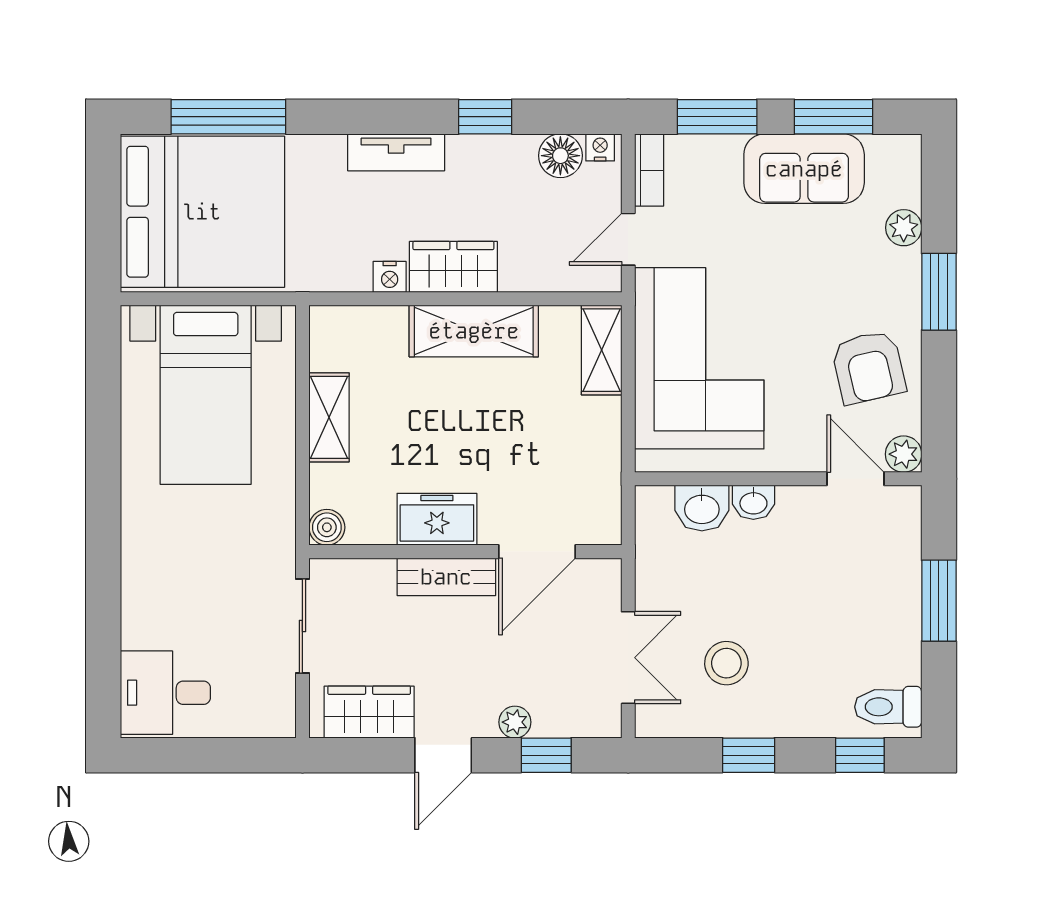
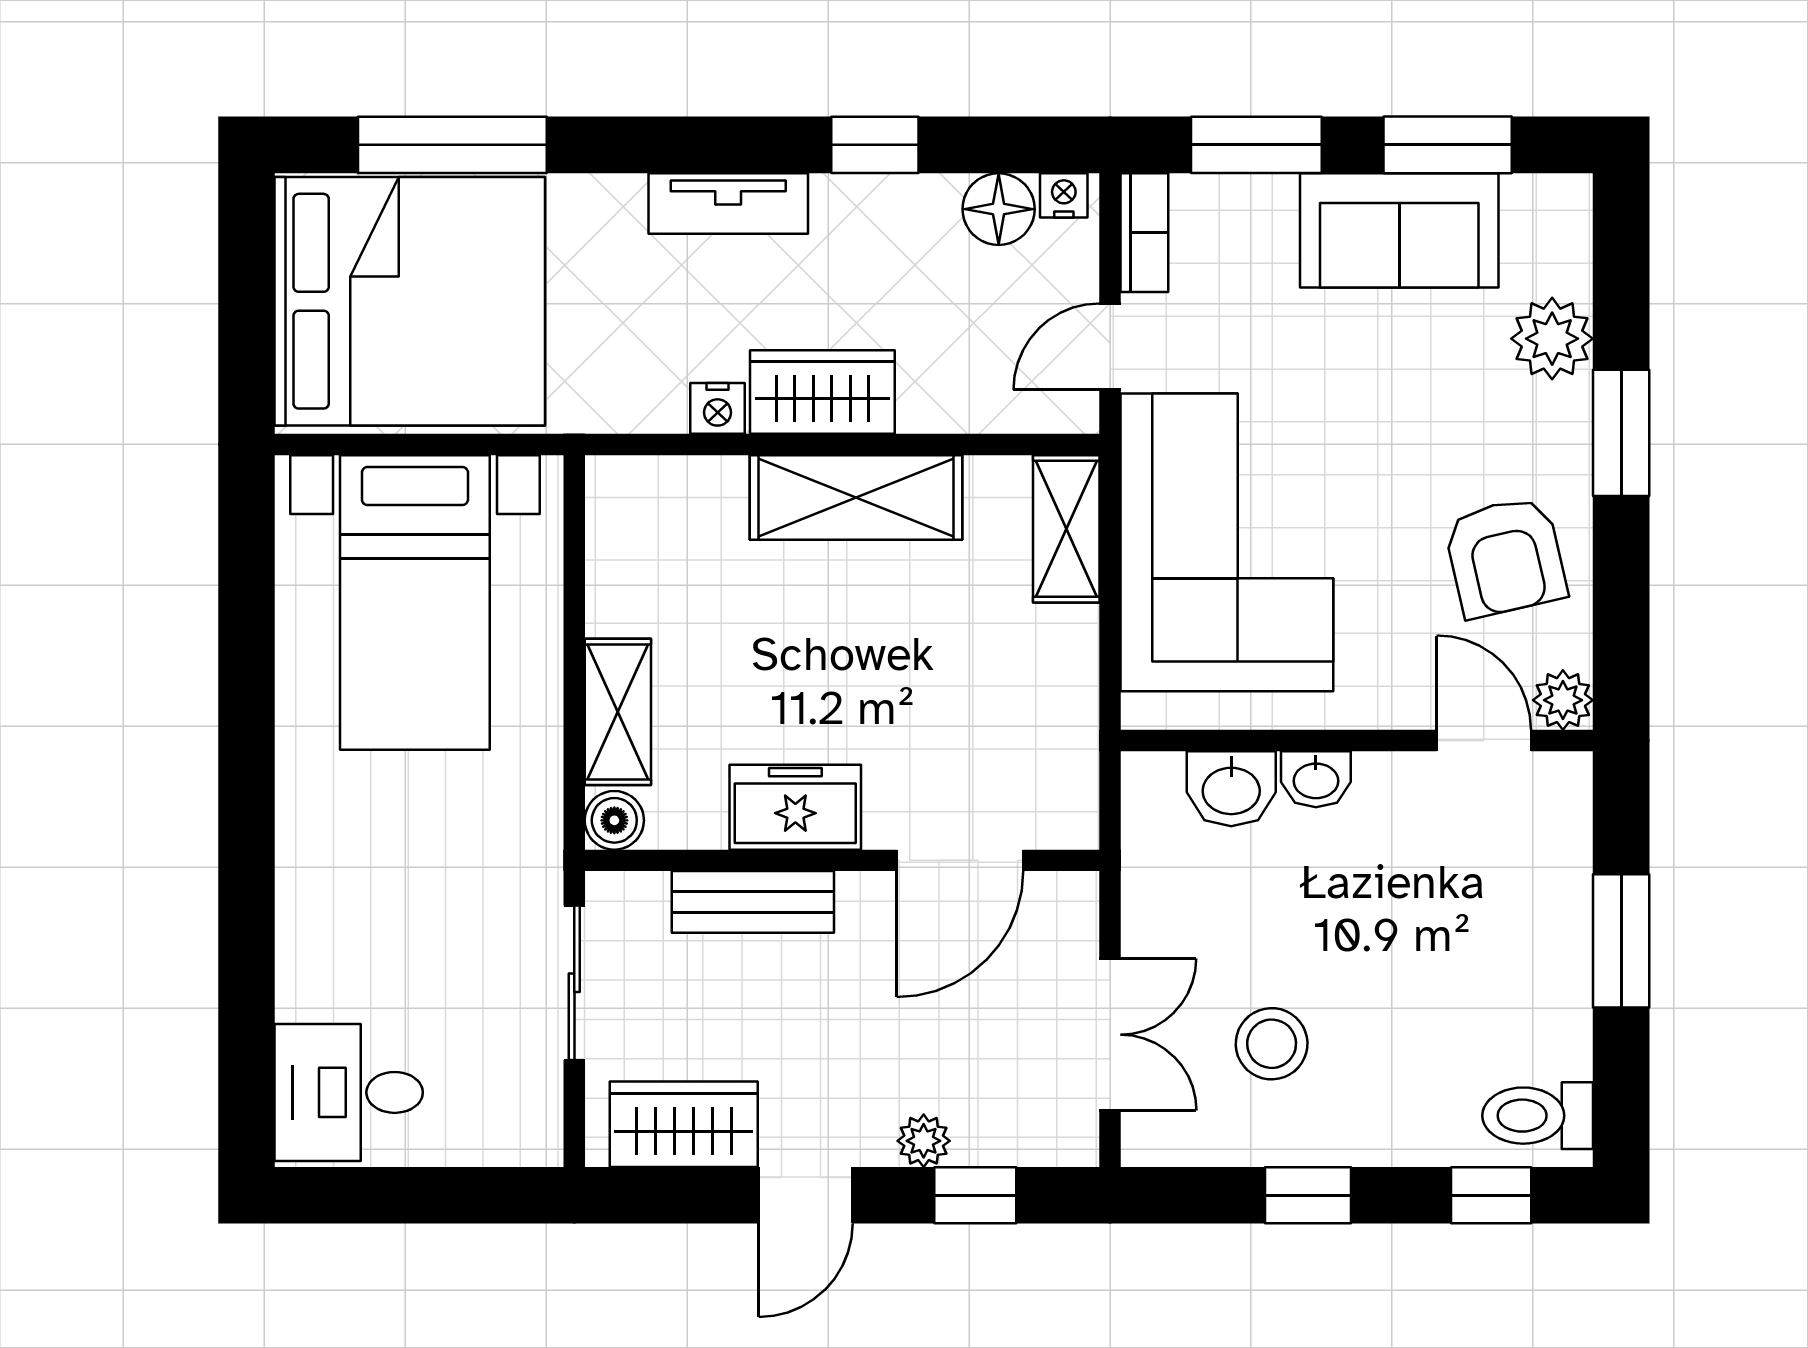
plant: (904, 228) -> (1552, 339), width x1.38, depth x1.38
shelving: (329, 417) -> (618, 712), moved
bench: (446, 577) -> (753, 902), moved

